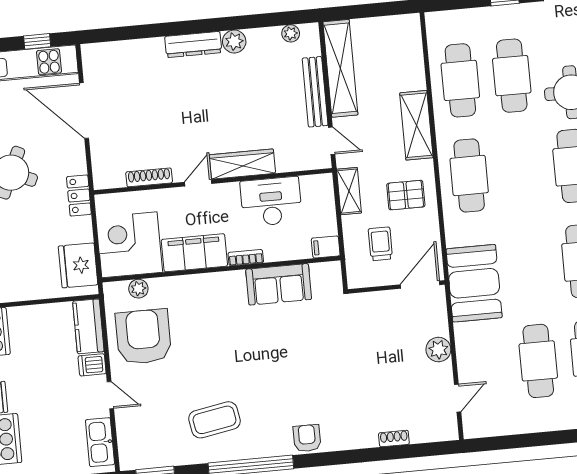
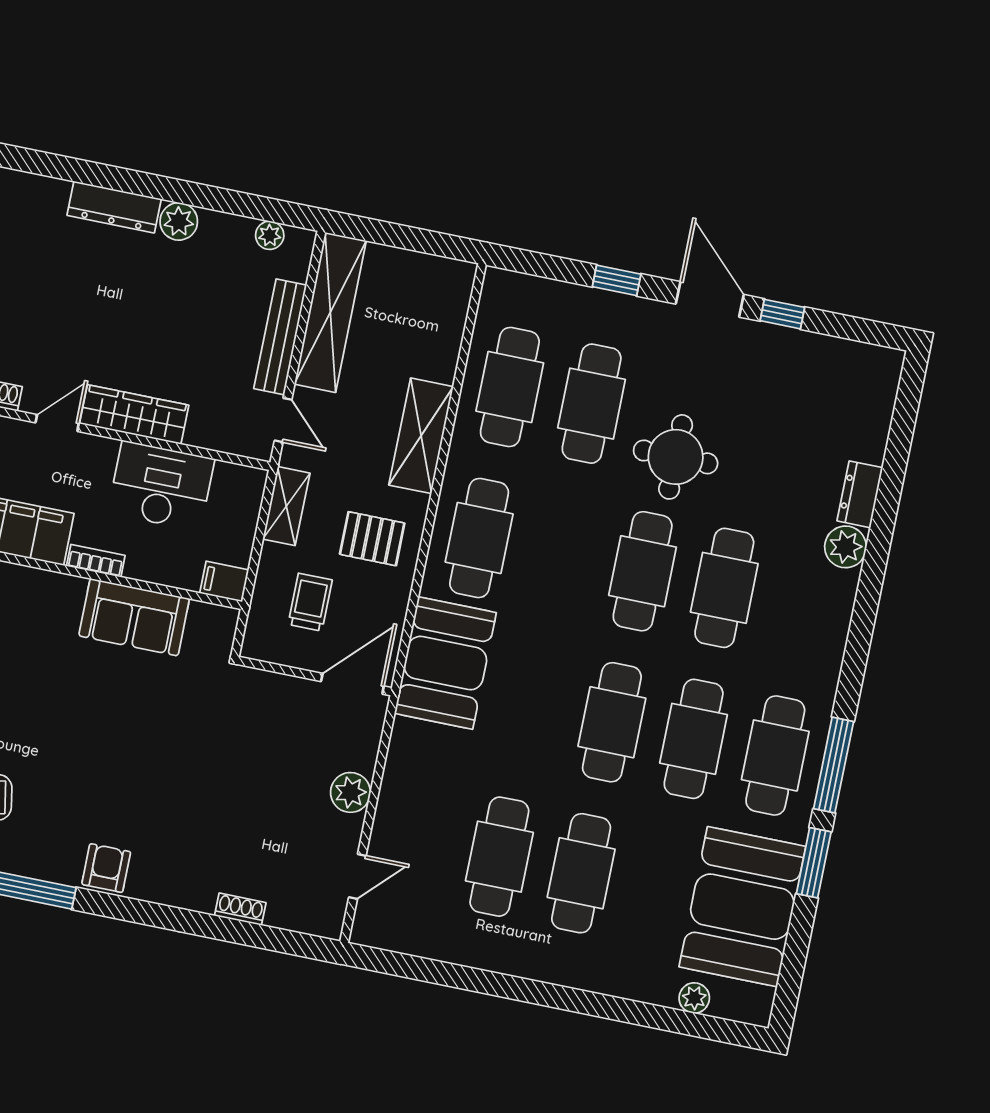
booth: (474, 283) -> (445, 663), moved

